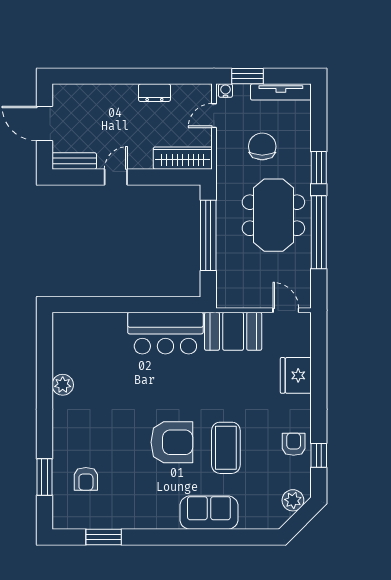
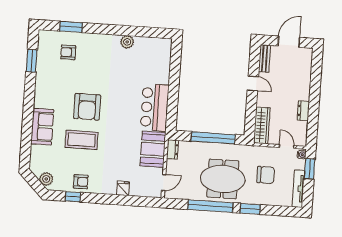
dresser: (231, 300) -> (172, 149), added
fridge: (296, 375) -> (123, 188), width x0.53, depth x0.75

